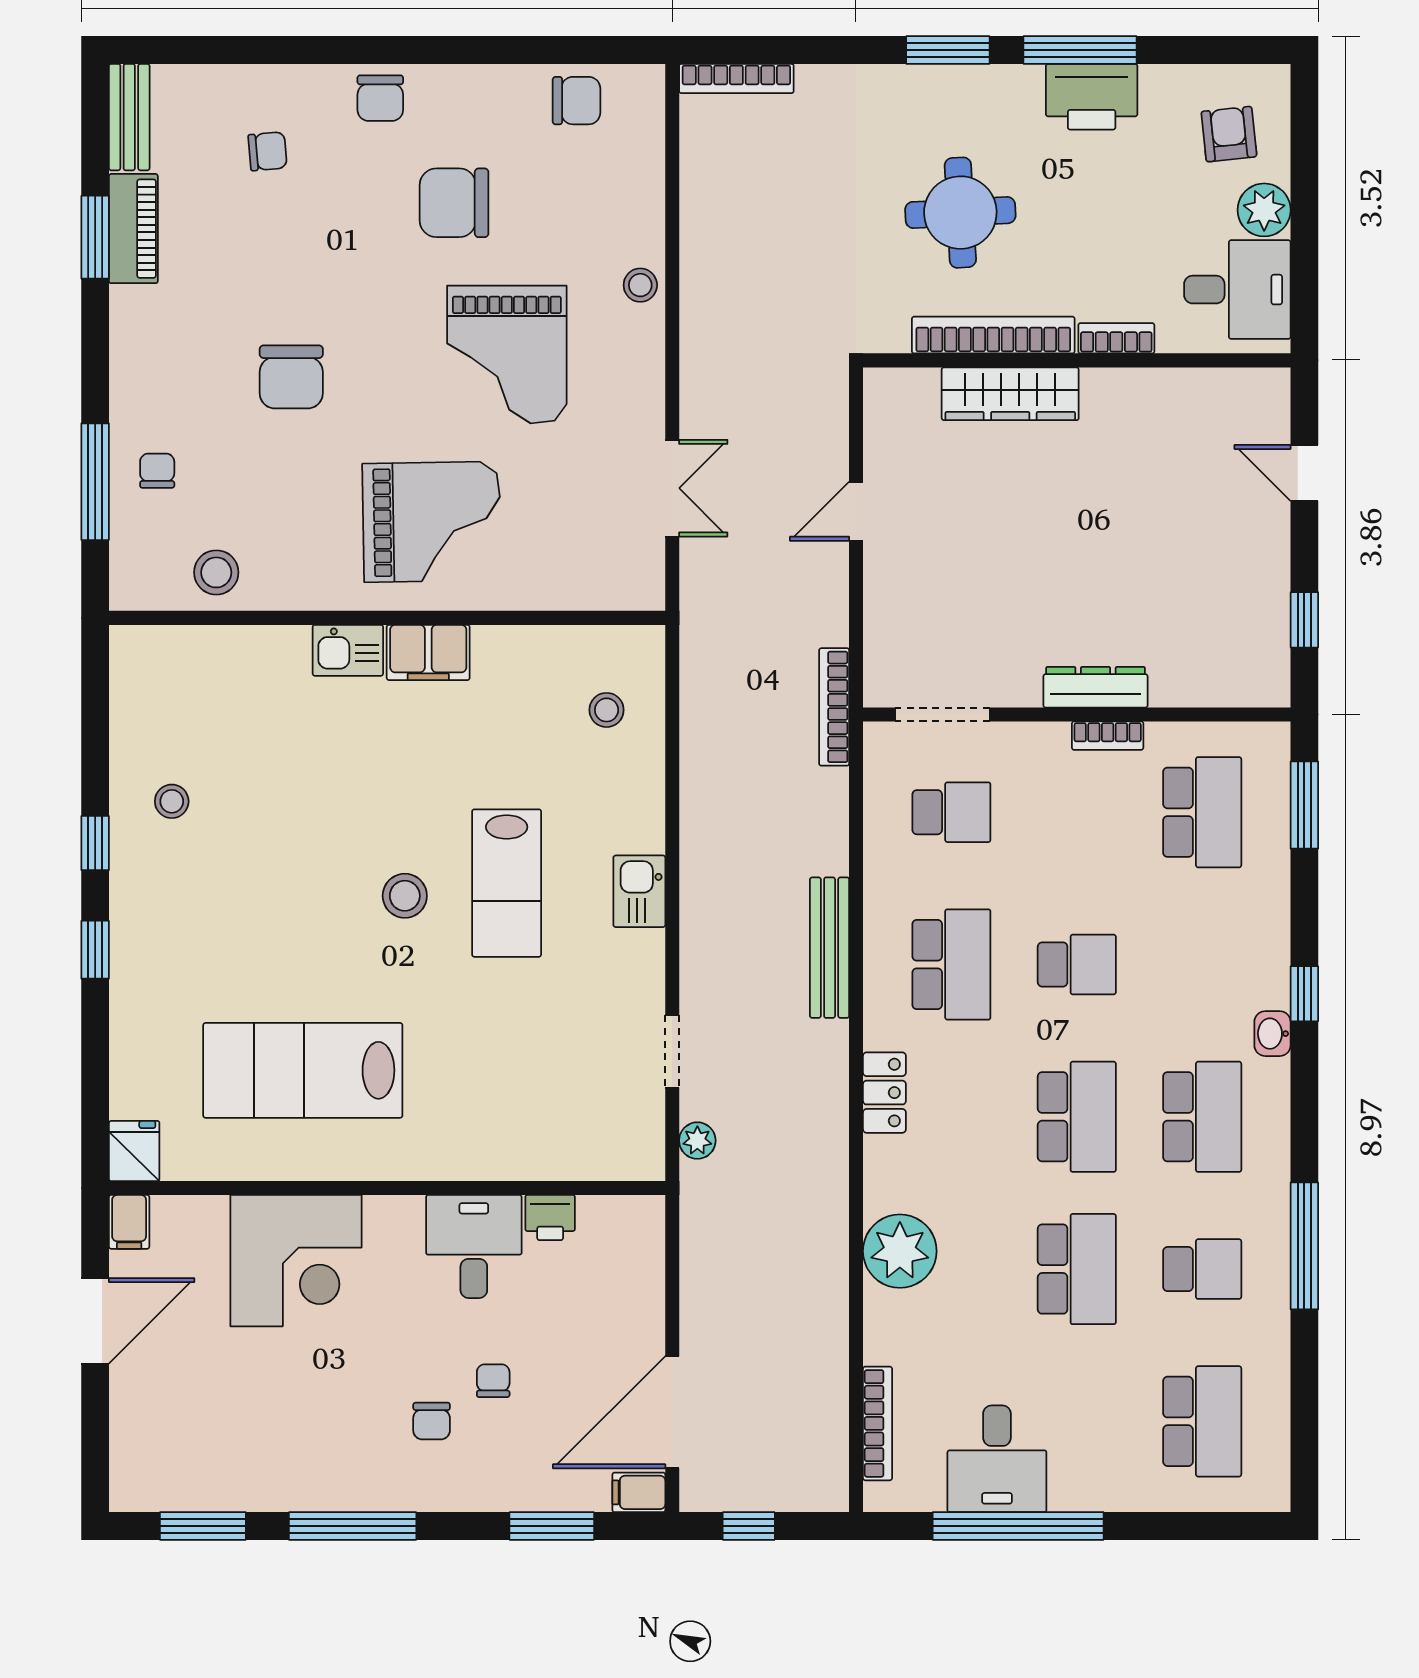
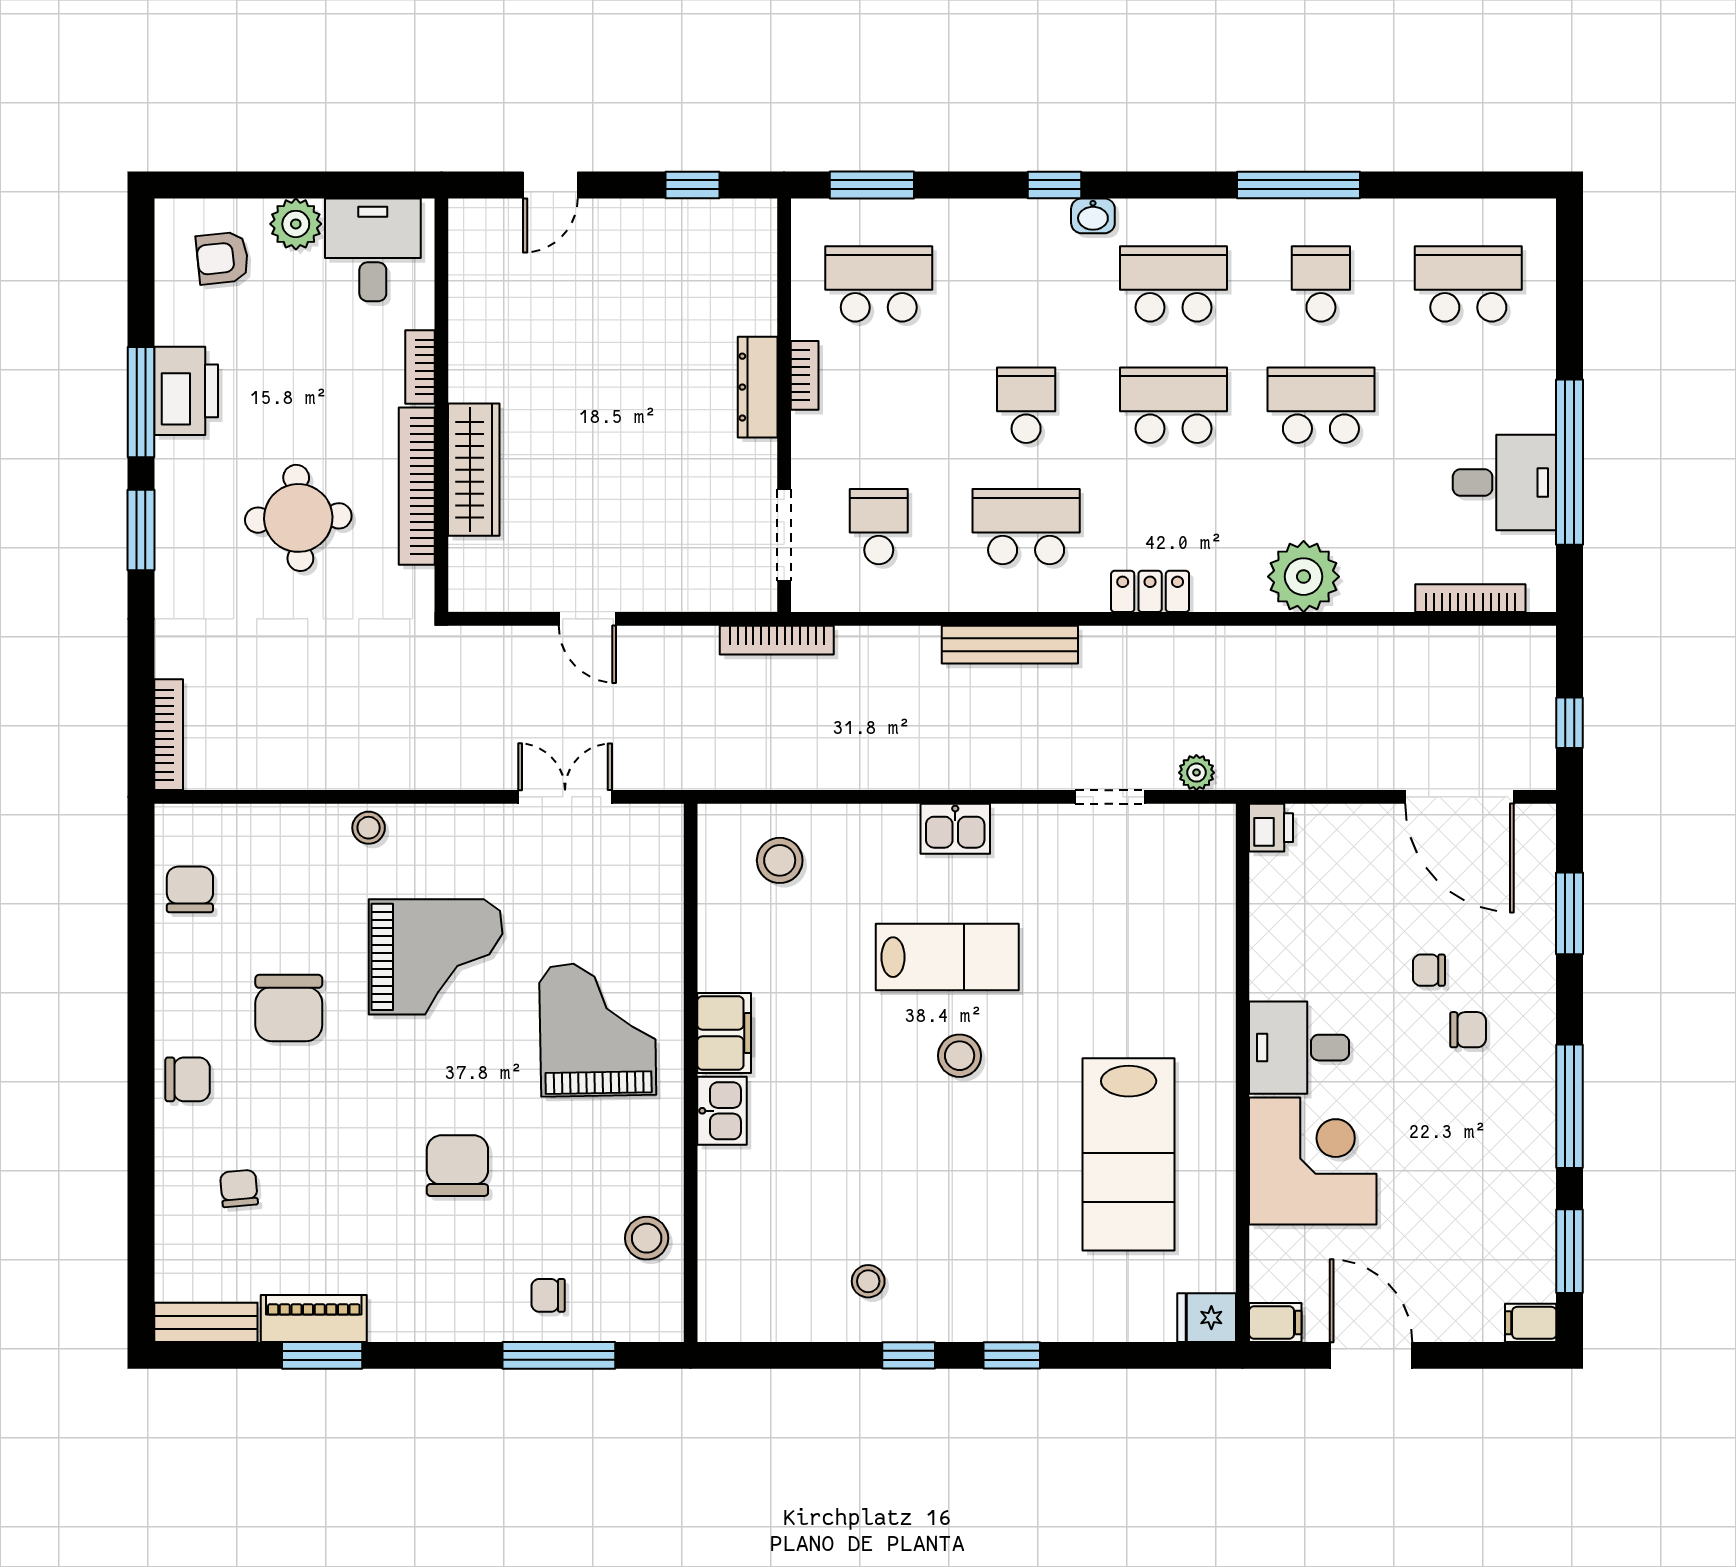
chair: (291, 377) -> (457, 1166), turned -90
stool: (607, 710) -> (780, 860), width x1.37, depth x1.37
printer: (550, 1218) -> (1271, 828), moved
desk: (474, 1246) -> (1299, 1048), moved
filing cabinet: (639, 1492) -> (1531, 1323), moved, turned 90

